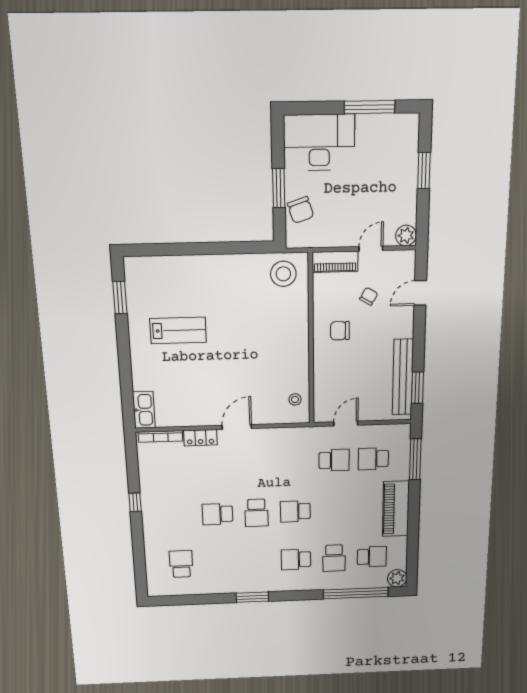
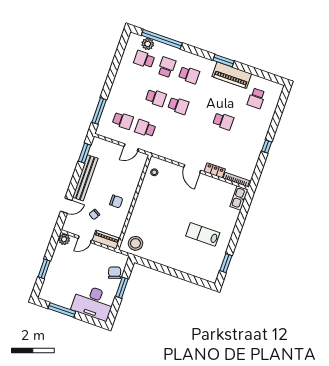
bench: (403, 377) -> (85, 178), moved
door: (237, 427) -> (192, 169), hinge flipped
piano: (396, 509) -> (232, 75), moved, turned 90
school desk: (256, 513) -> (156, 98), moved, turned 90
plant: (397, 578) -> (148, 44), moved

